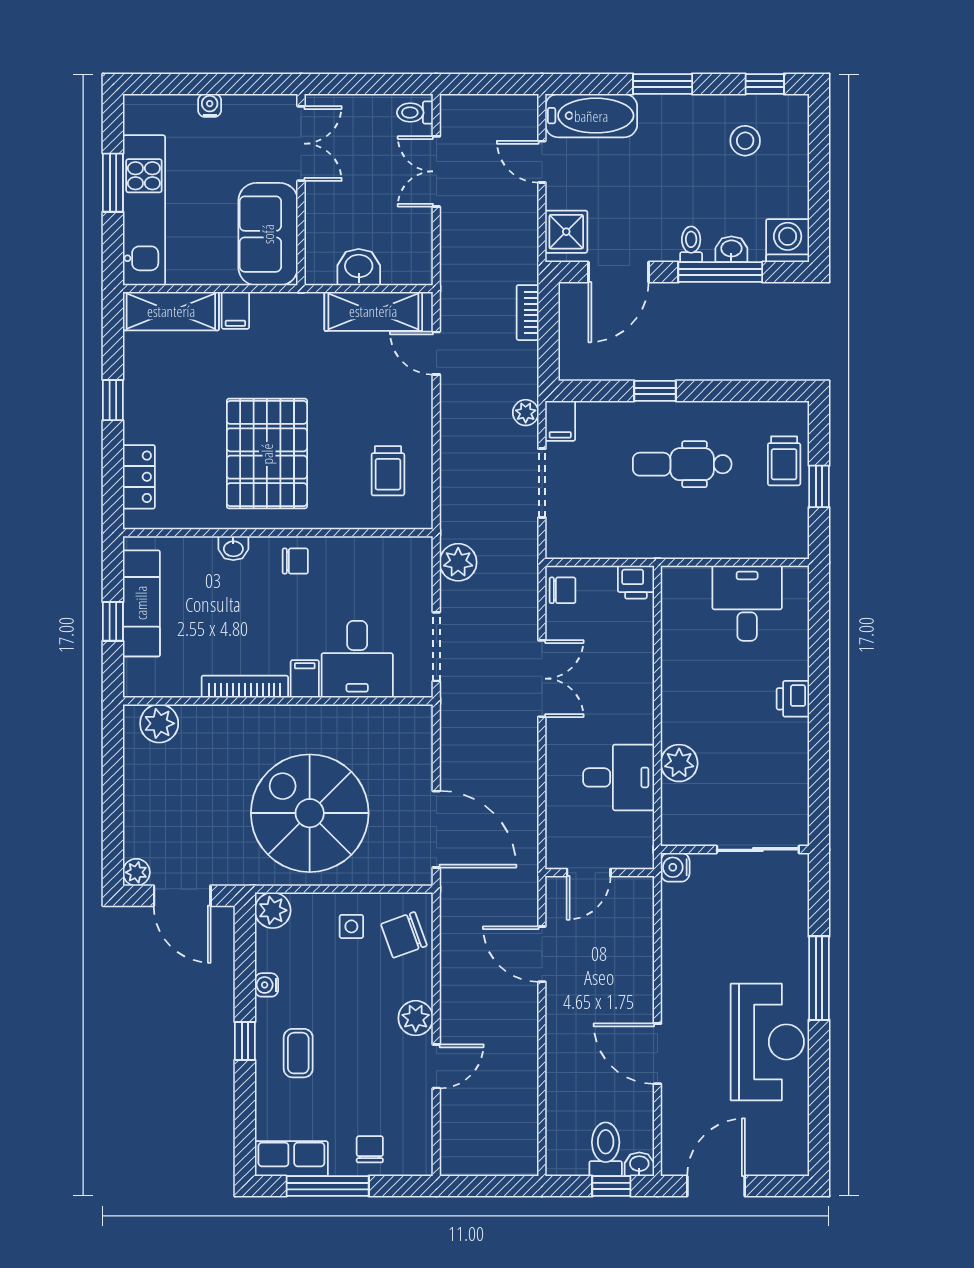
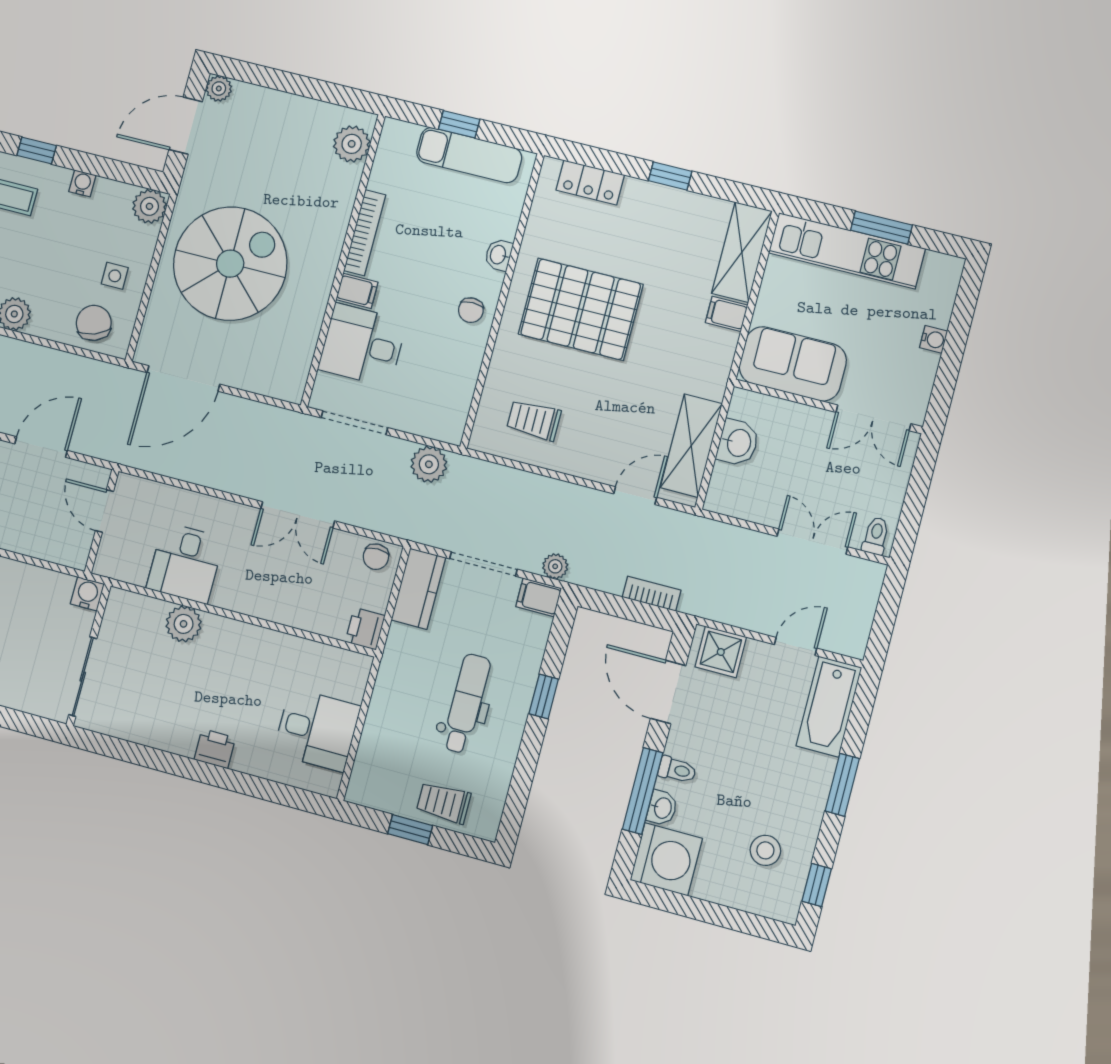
washing machine: (788, 241) -> (666, 859), width x1.37, depth x1.37
kitchen counter: (583, 540) -> (418, 589), added

